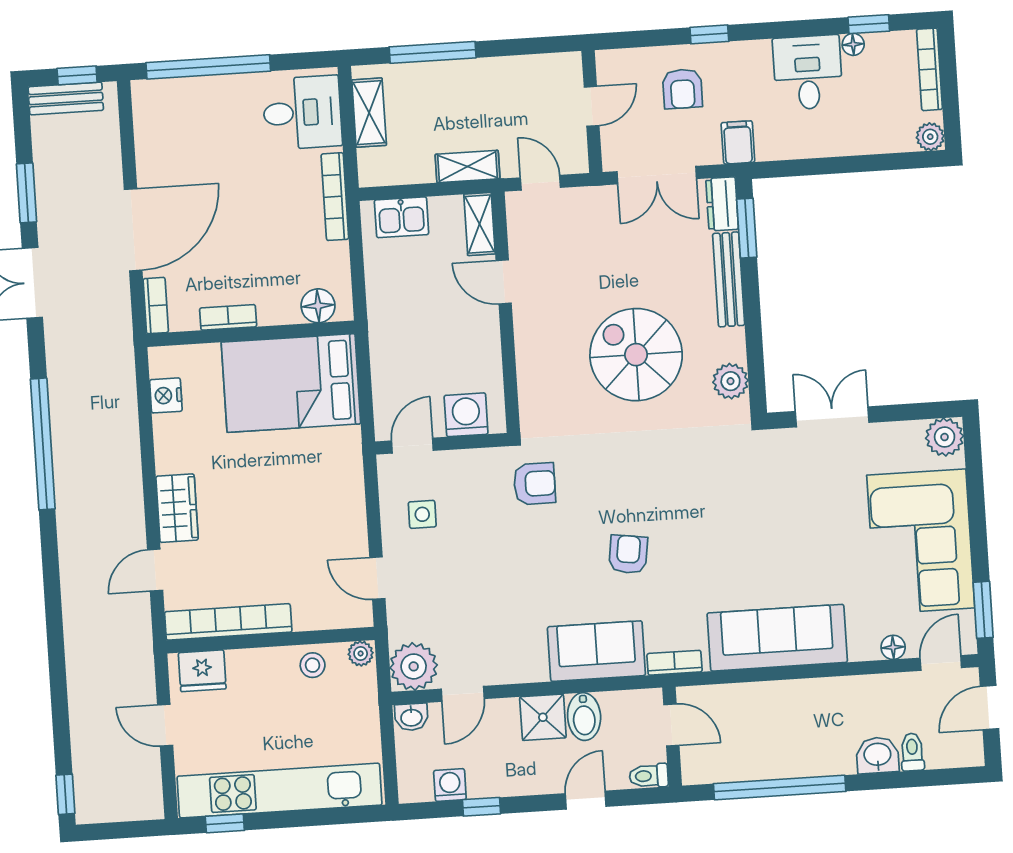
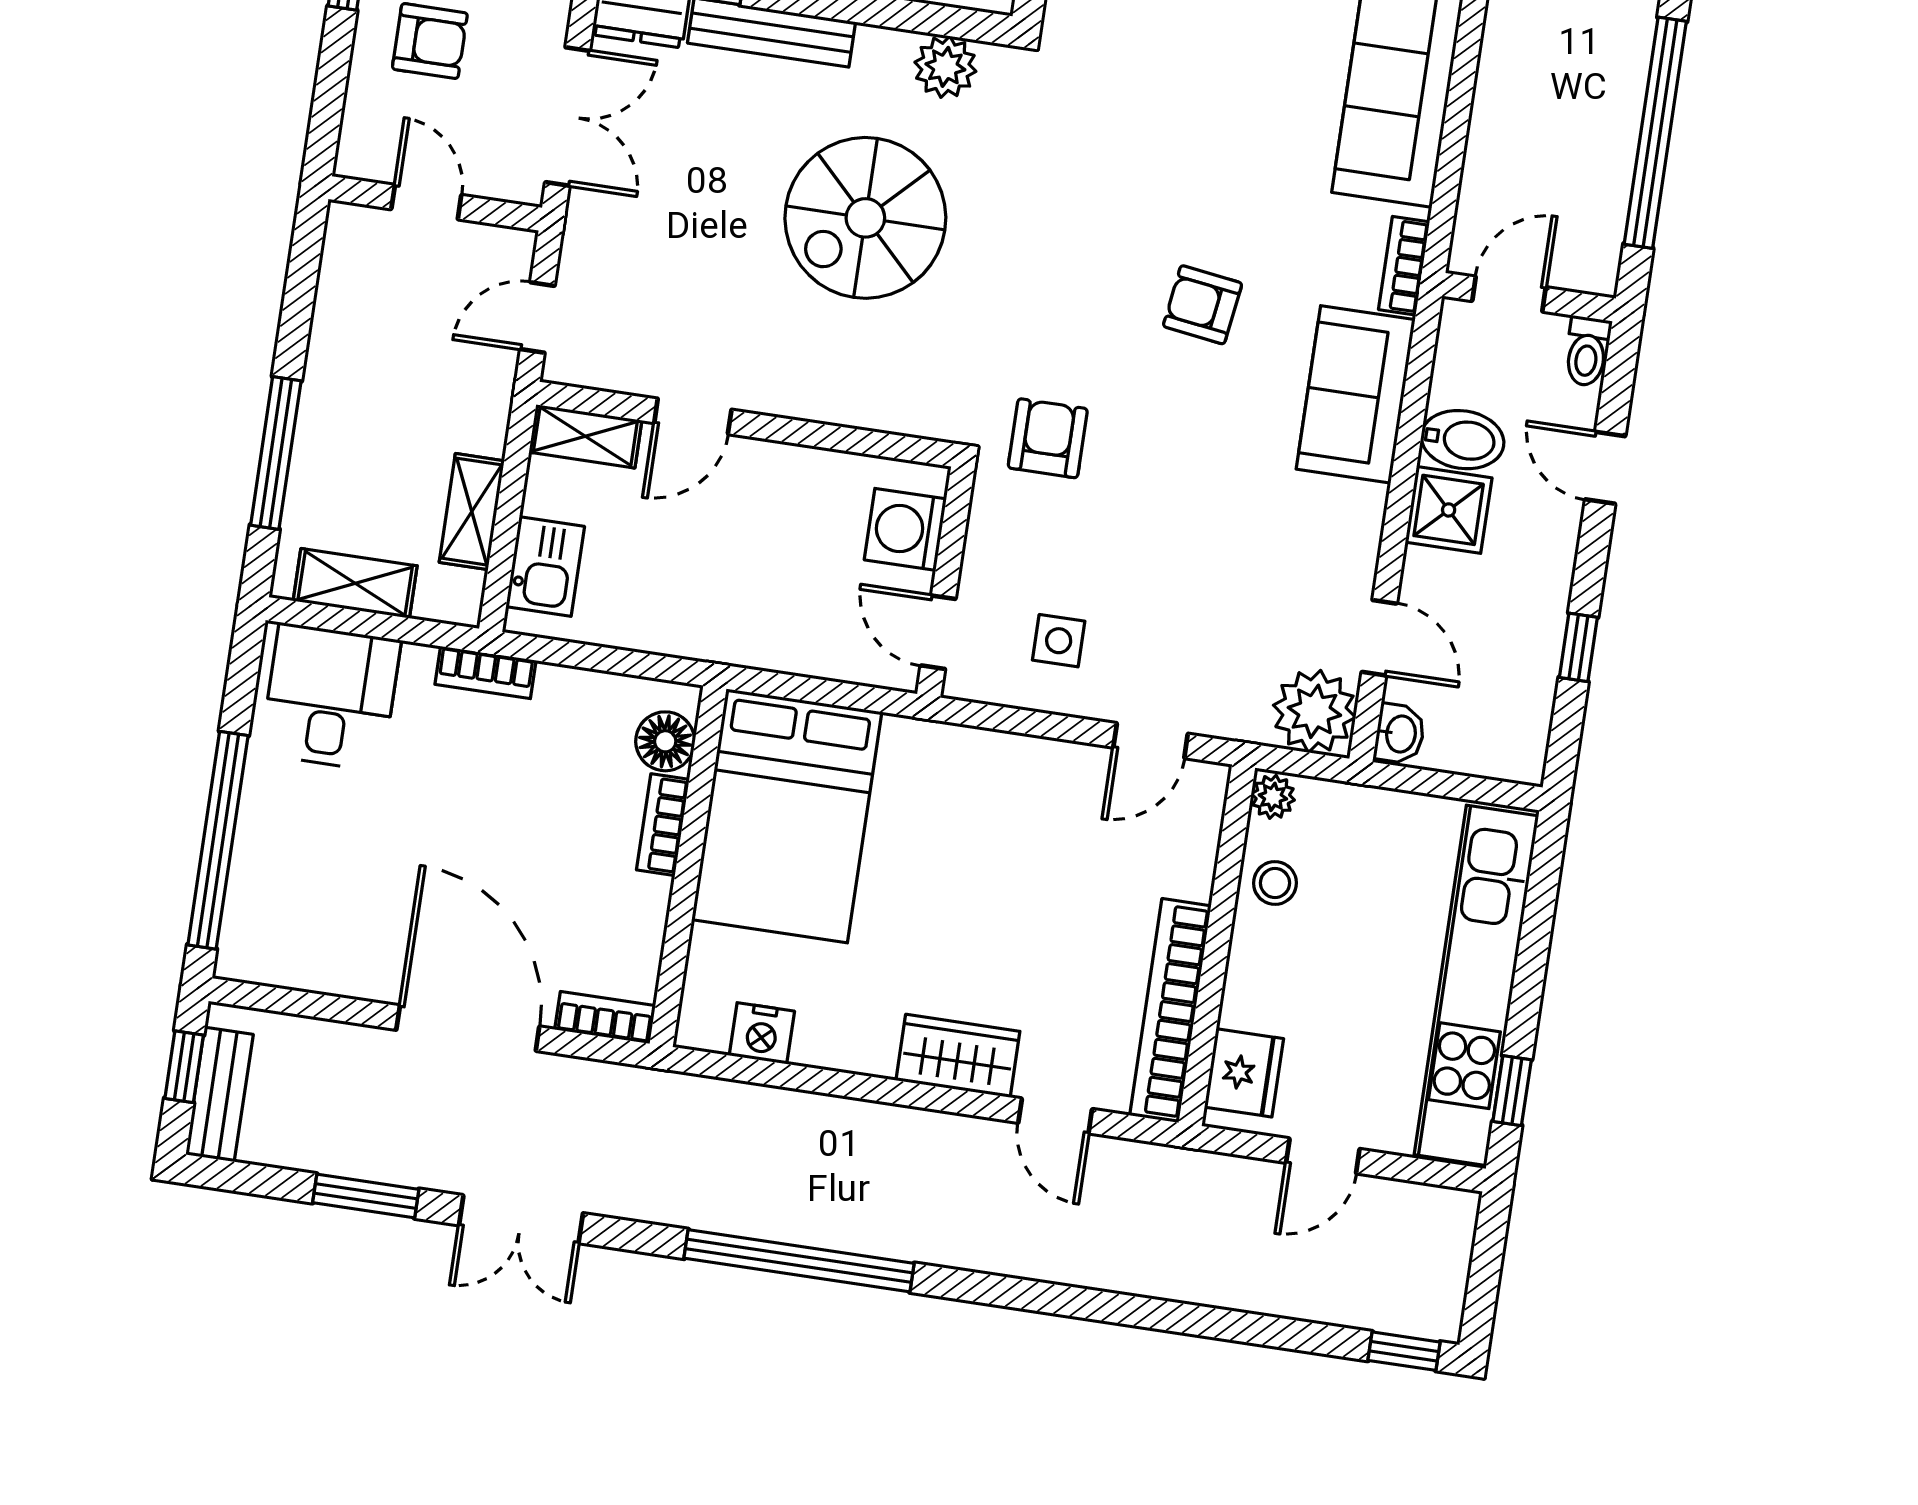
shelving: (468, 166) -> (472, 512), moved
bookcase: (335, 197) -> (486, 672), width x0.64
bookcase: (228, 317) -> (663, 825), moved
washing machine: (450, 785) -> (1530, 693), removed

